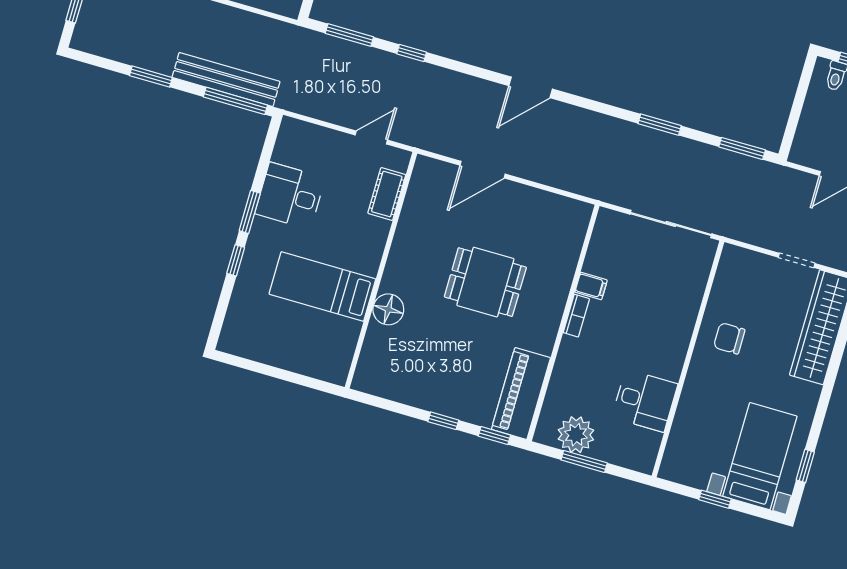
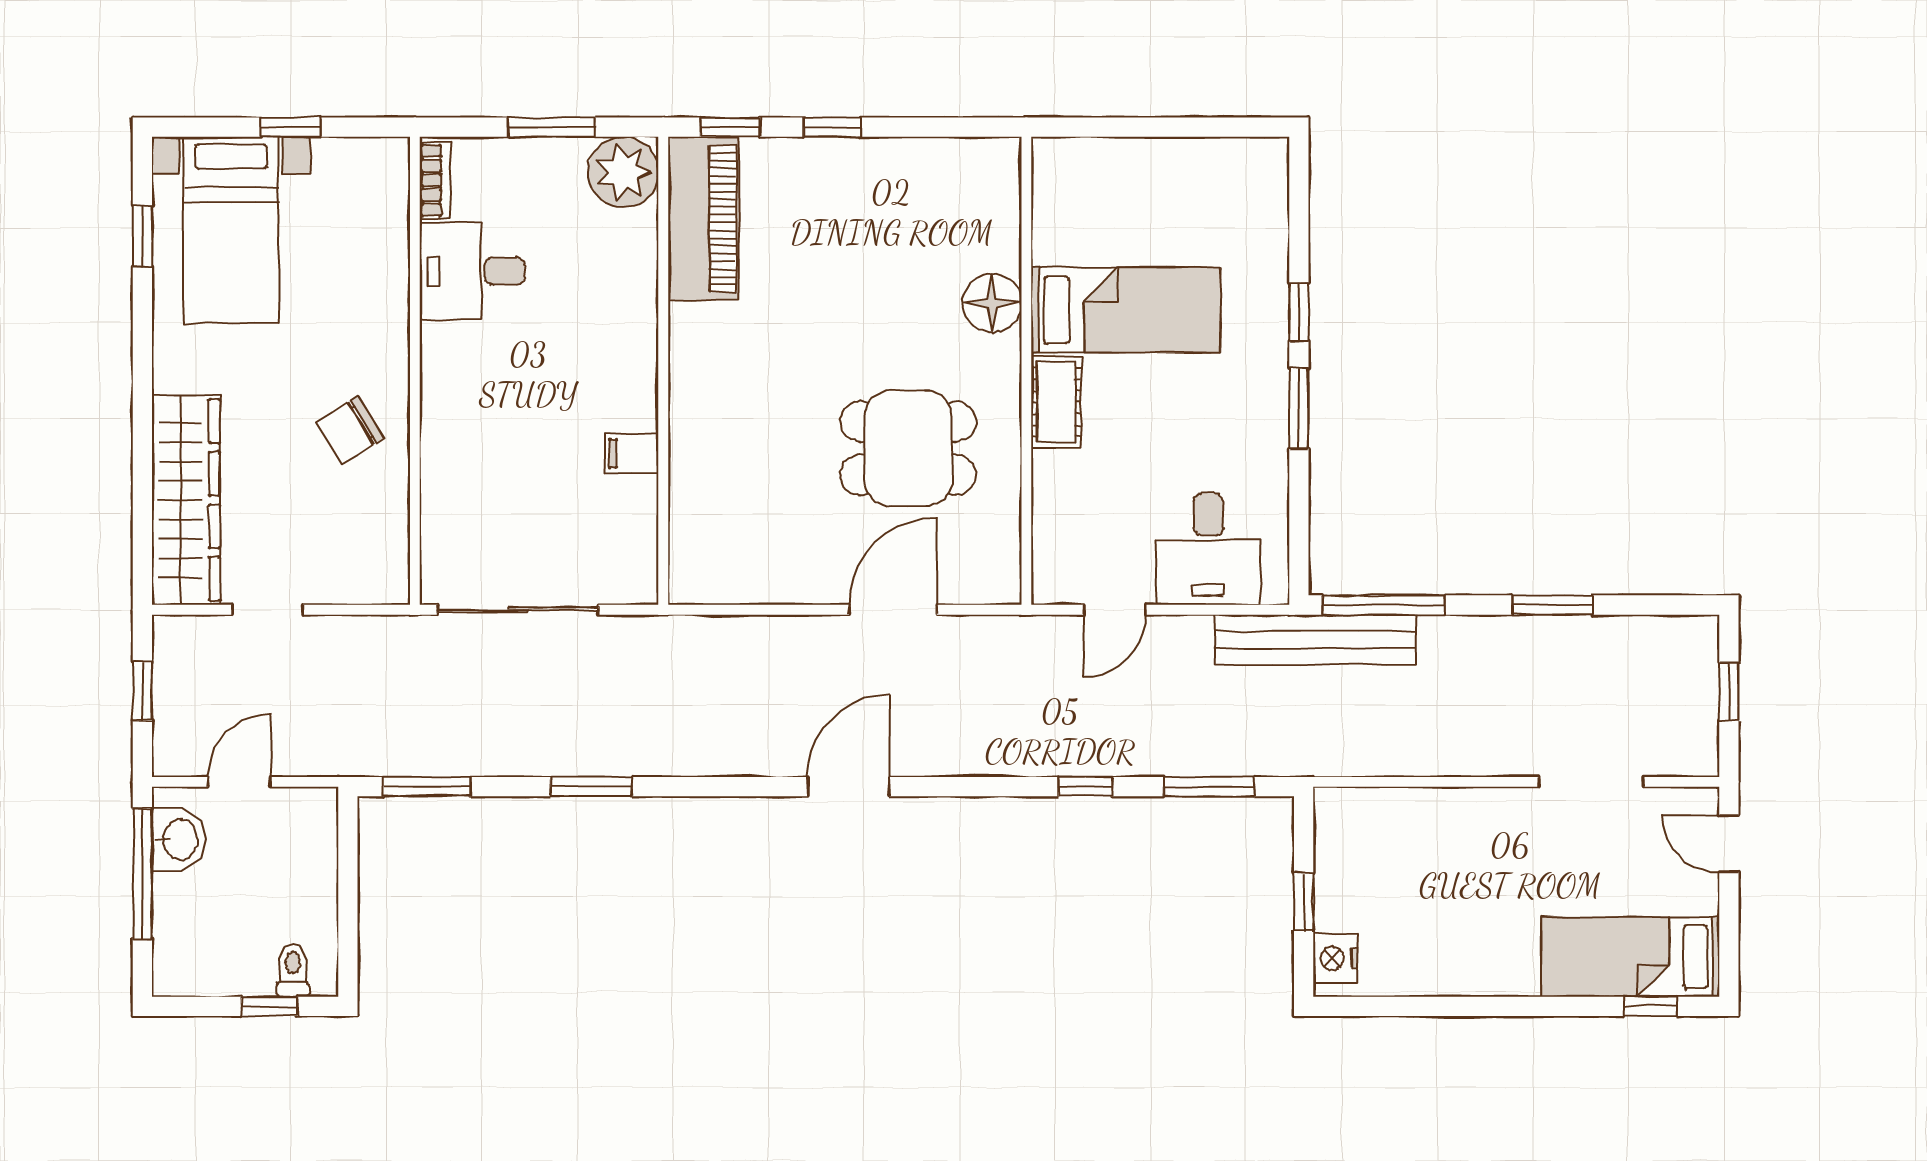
bench: (226, 79) -> (1315, 640), moved
cot: (387, 194) -> (1056, 402), moved
desk: (290, 196) -> (1208, 549), moved, turned 90
dining table: (485, 282) -> (908, 448), moved
bookcase: (576, 316) -> (435, 180), moved, turned 180
chair: (729, 338) -> (350, 431), turned 149
plant: (576, 435) -> (623, 172), moved

